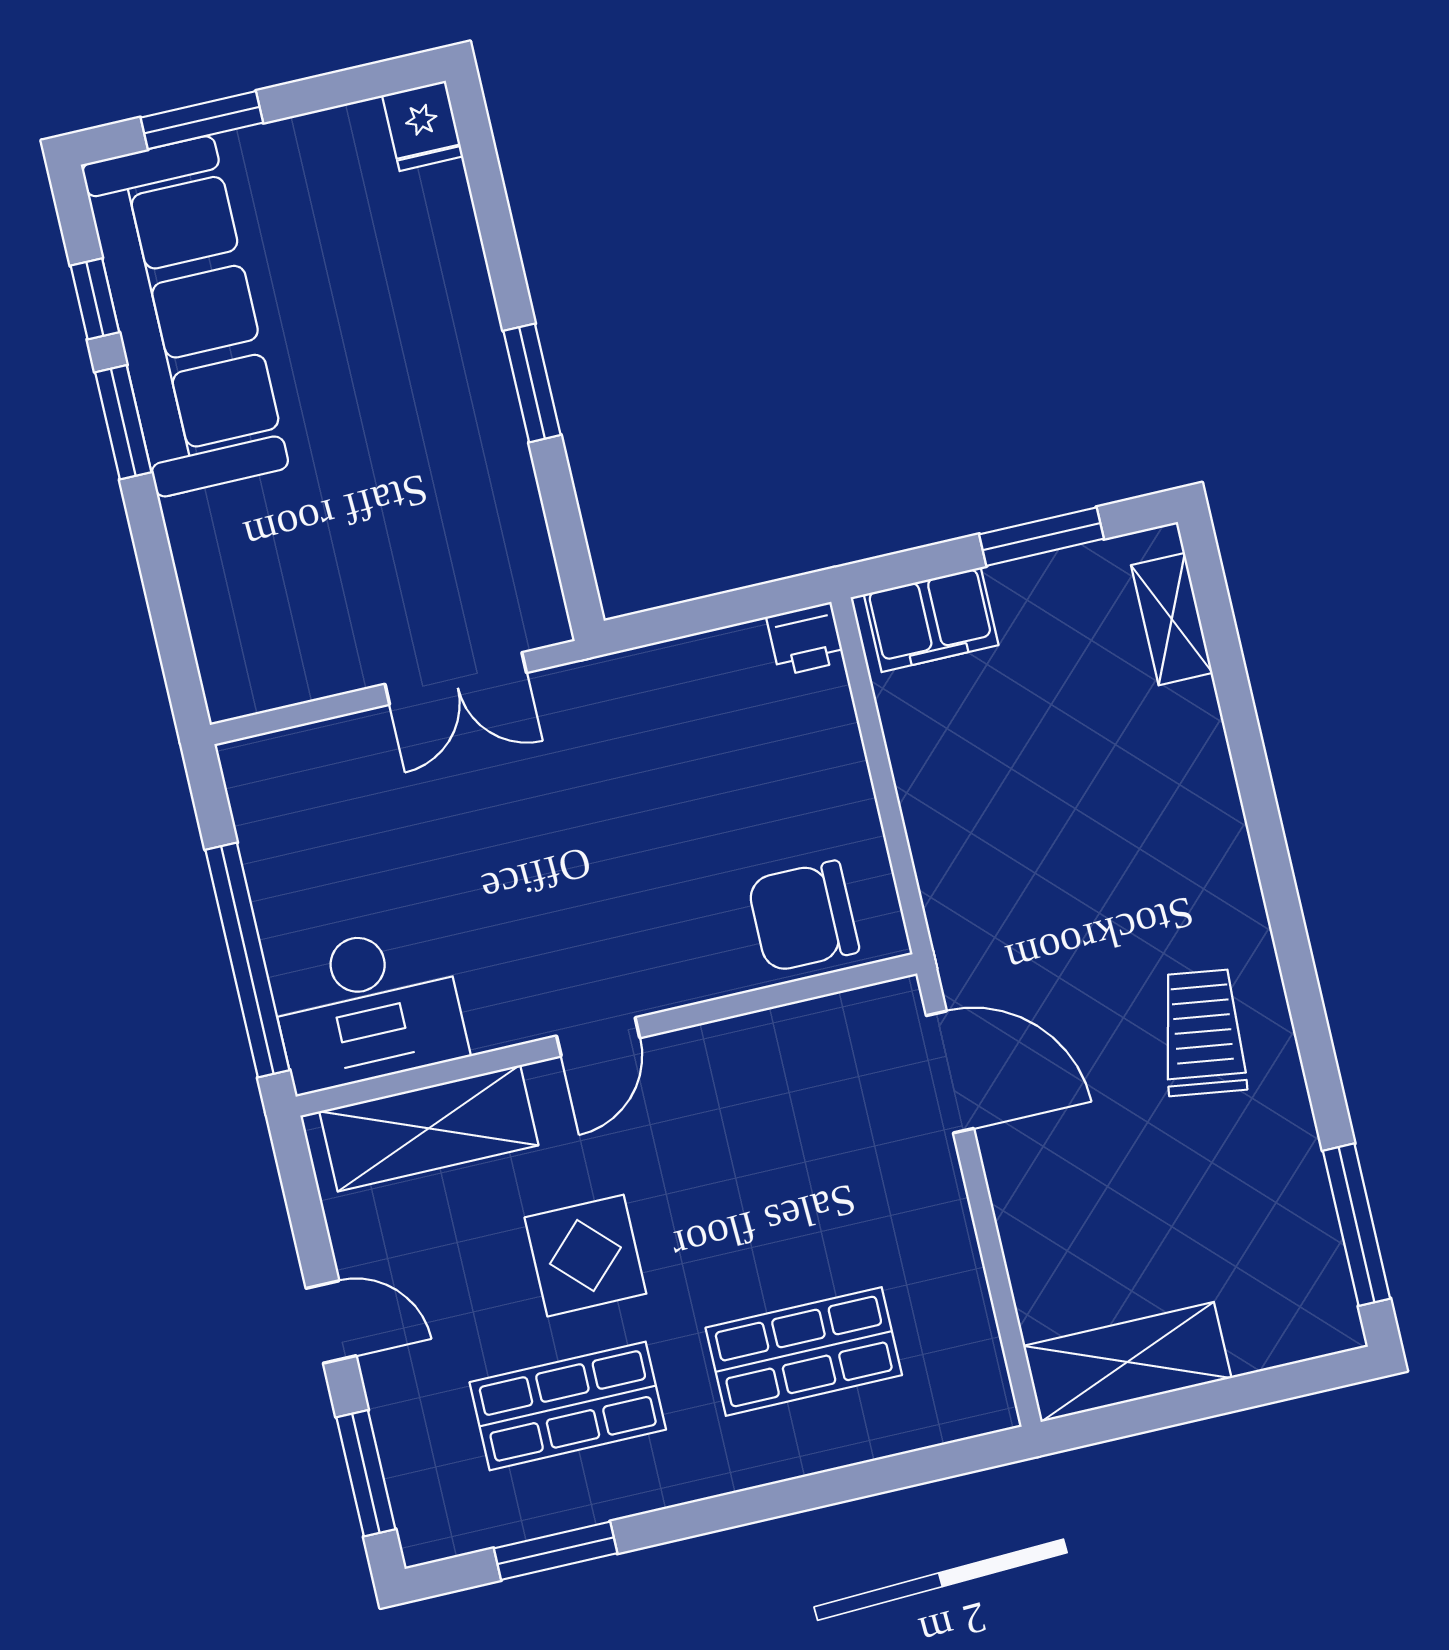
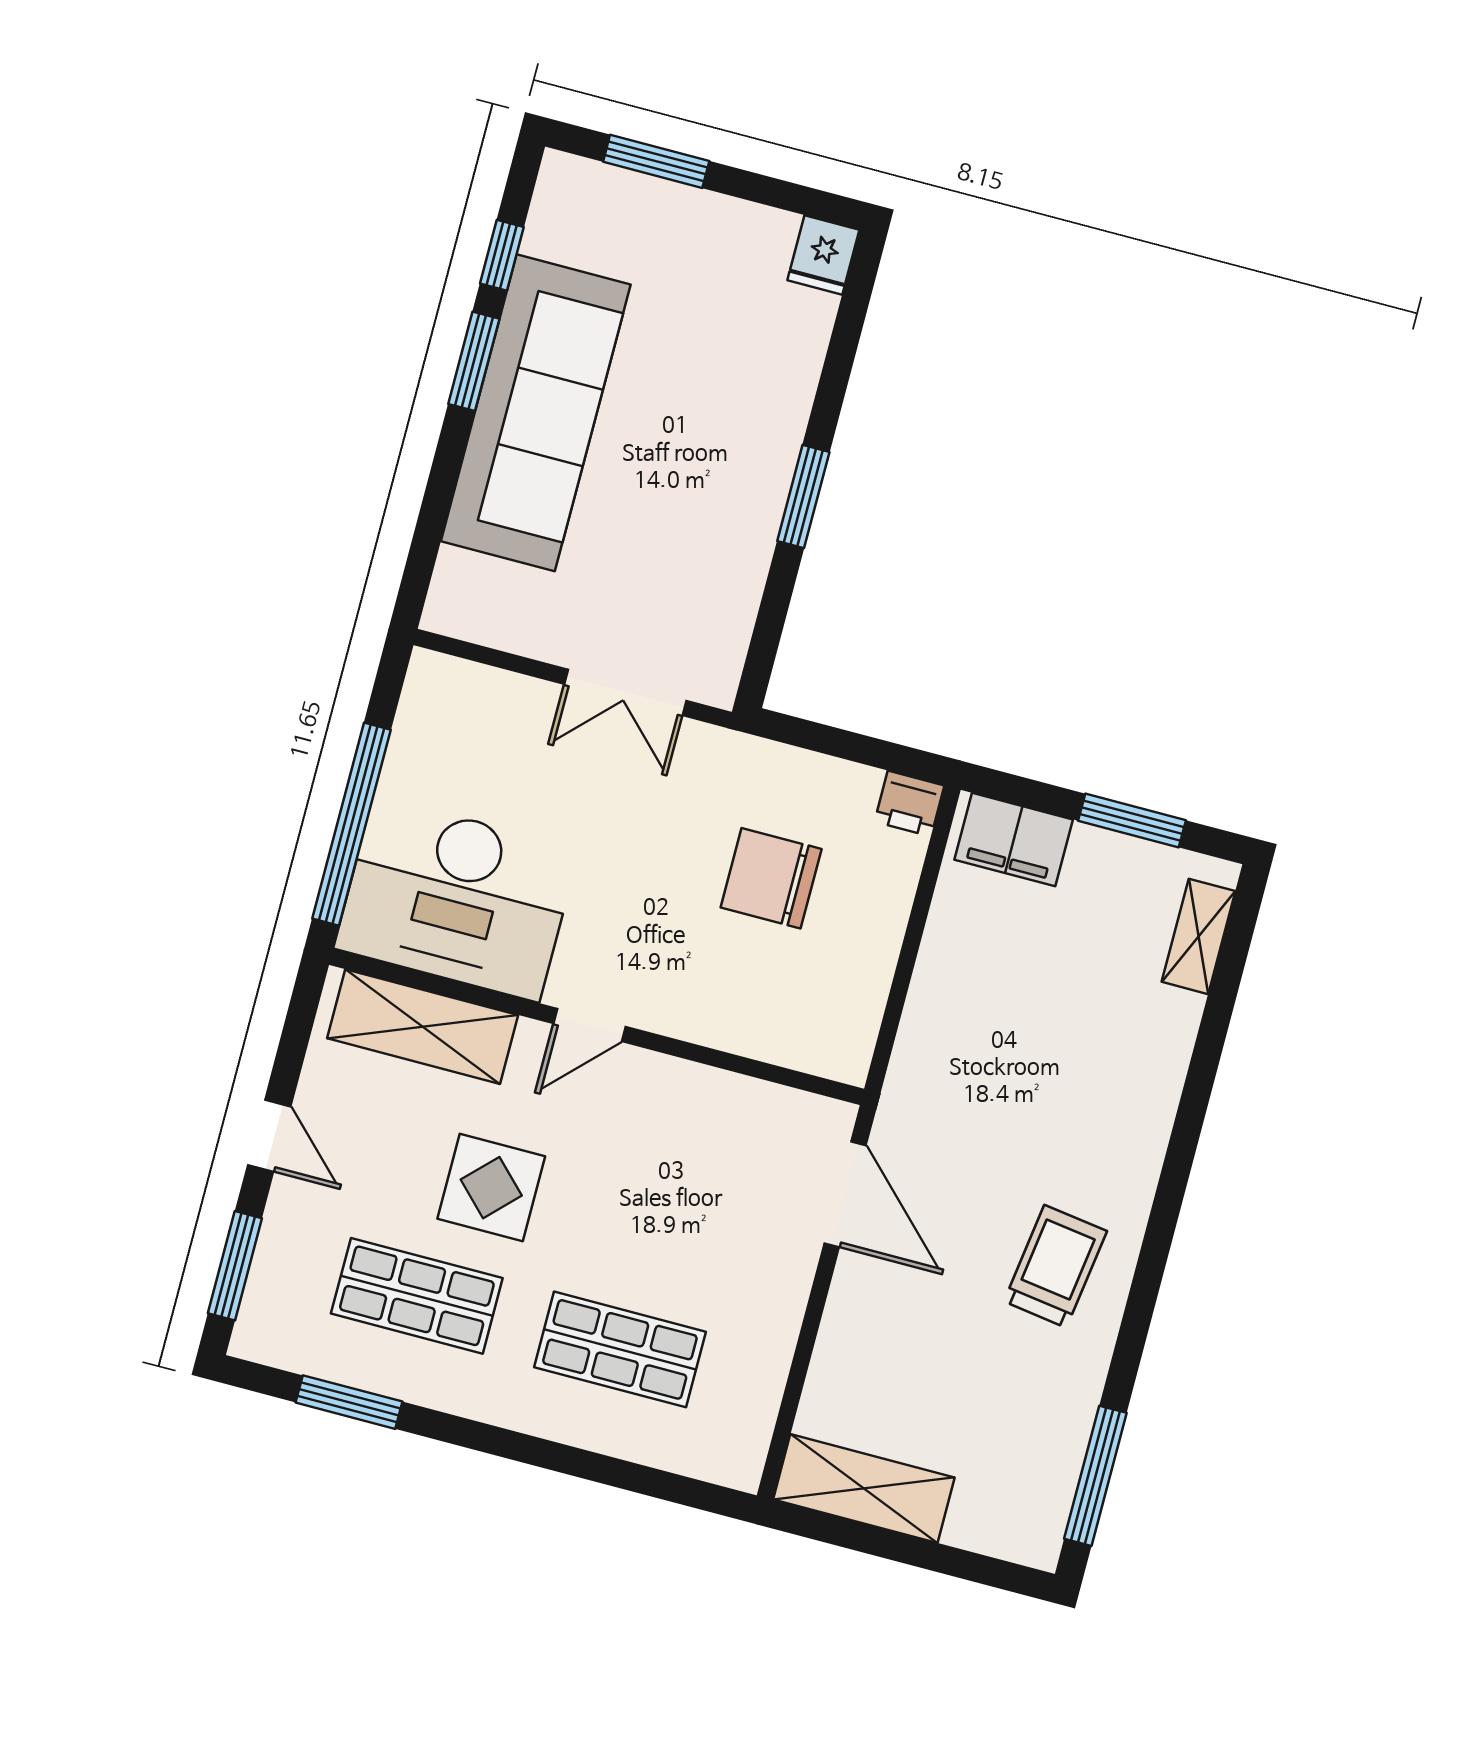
sofa: (185, 316) -> (536, 413), moved
chair: (803, 916) -> (771, 878), moved
desk: (367, 1008) -> (457, 899), width x1.36, depth x1.30

